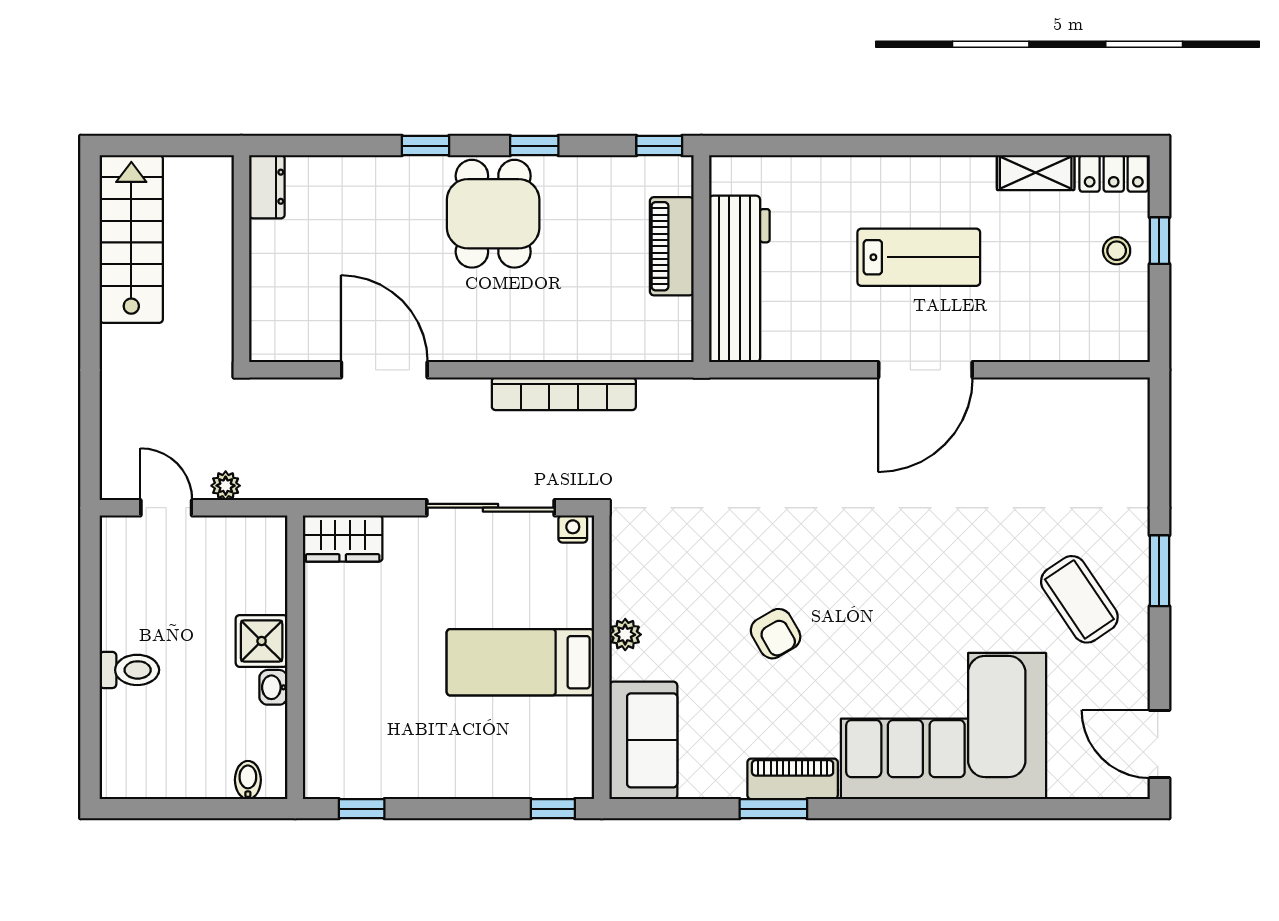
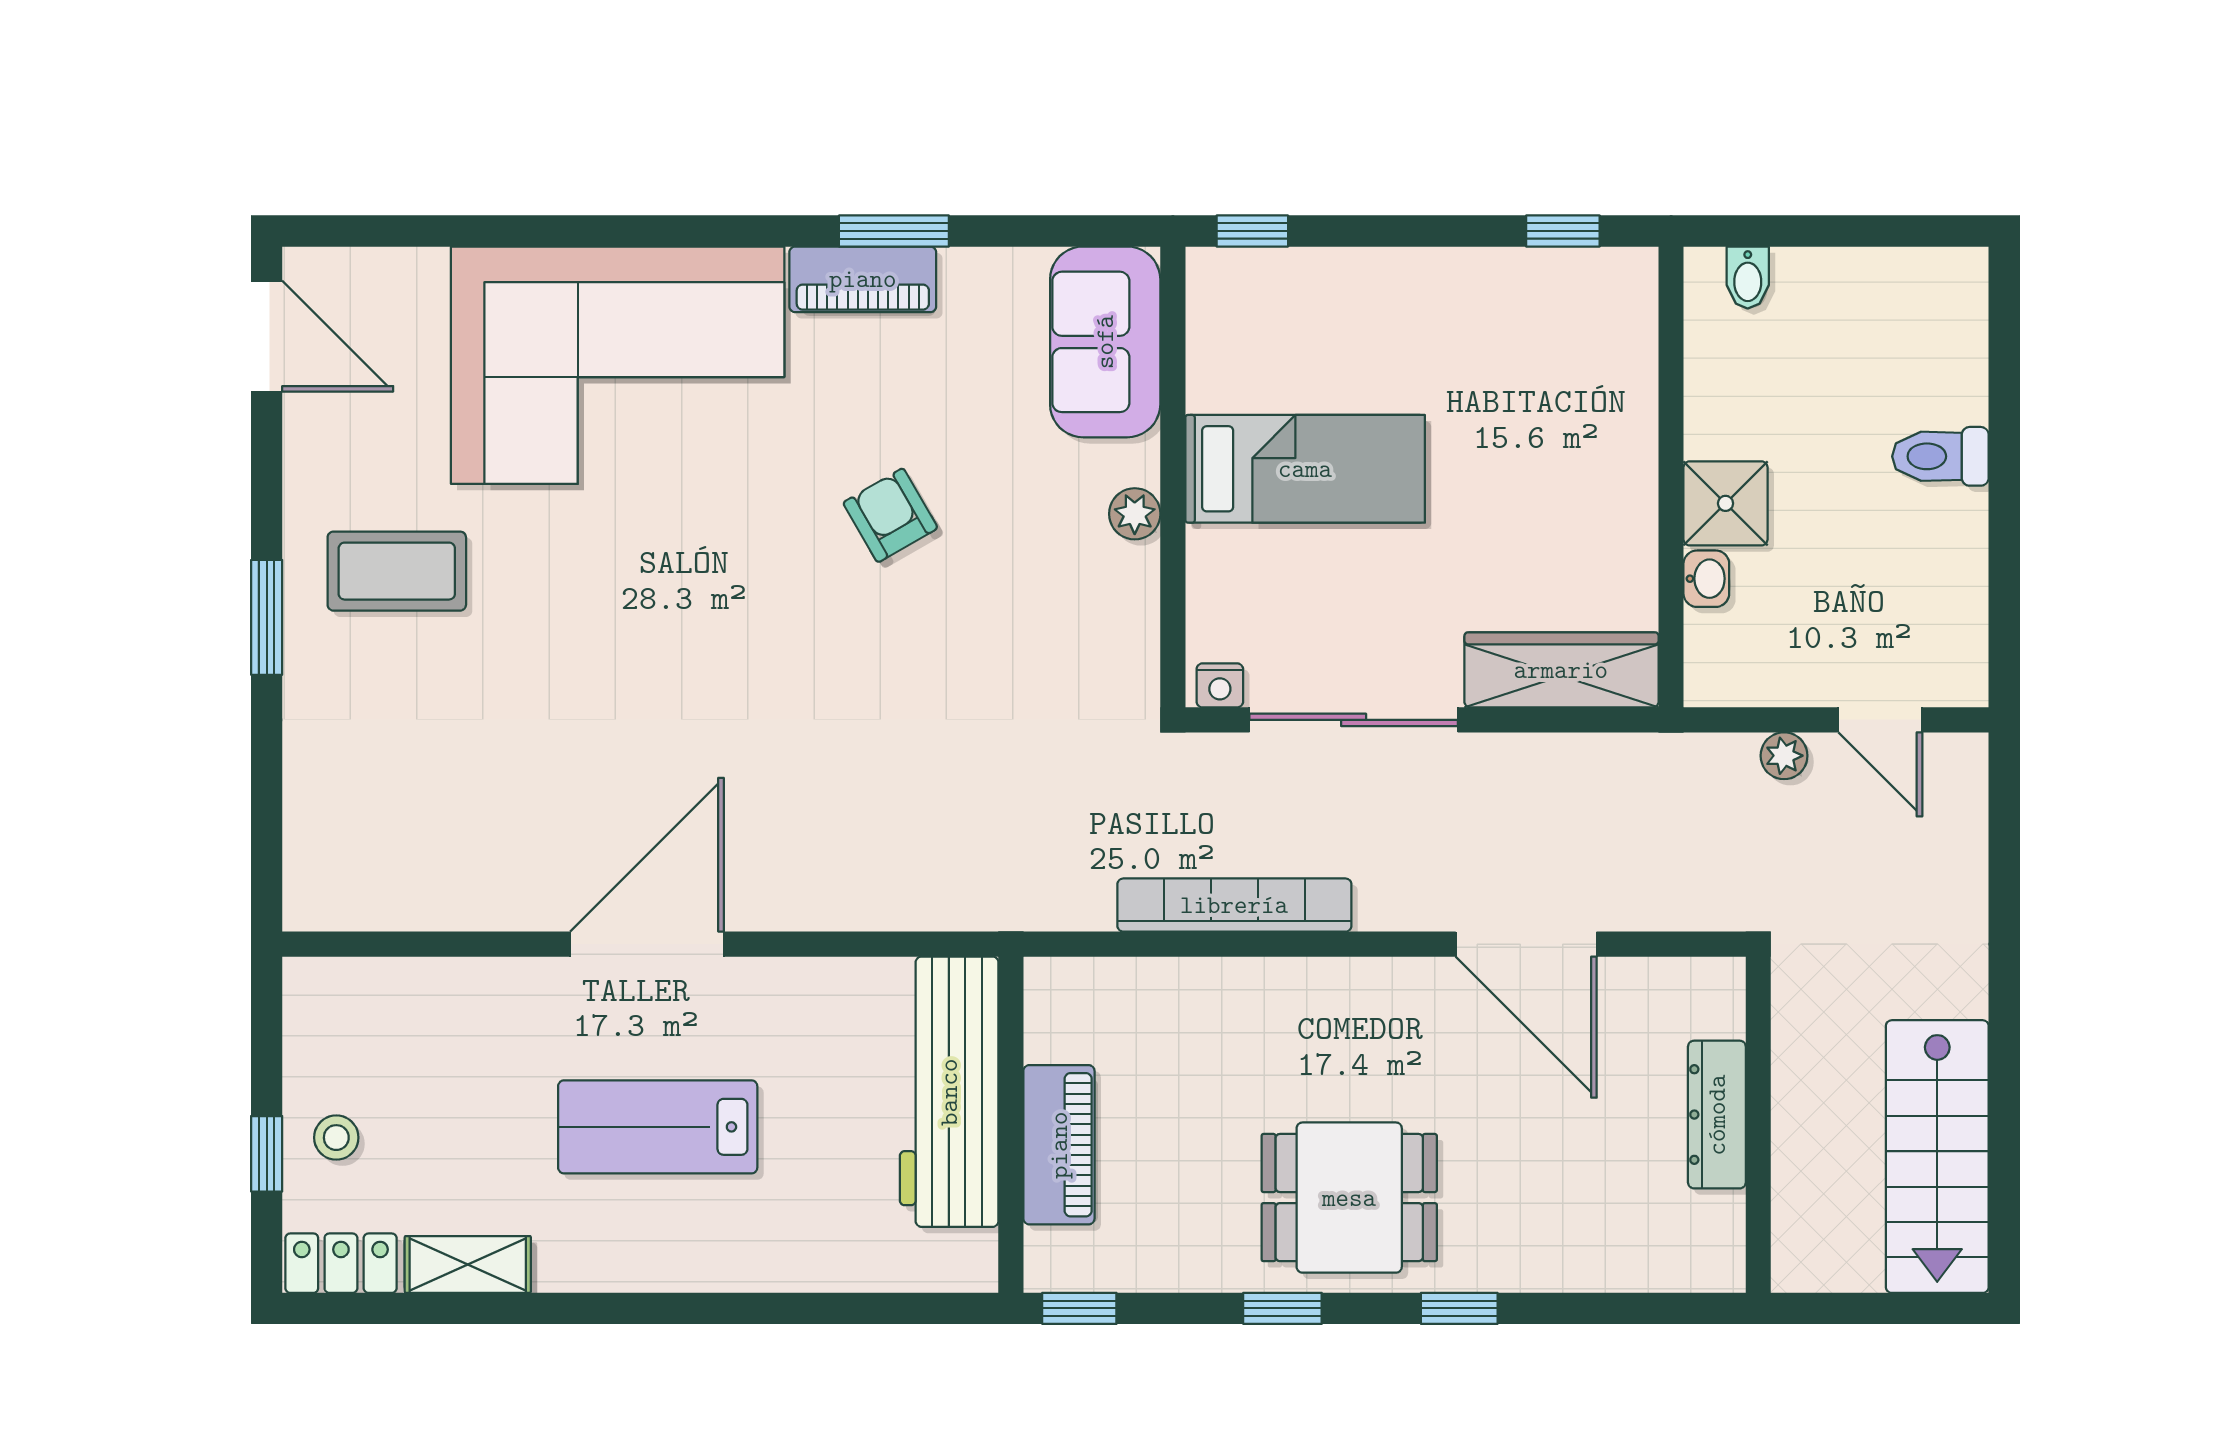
dresser: (267, 187) -> (1717, 1115), moved, width x1.44
dining table: (493, 214) -> (1349, 1198), turned 90
wardrobe: (343, 539) -> (1561, 670), width x1.50
coffee table: (1079, 599) -> (397, 571), turned -56
washbasin: (273, 687) -> (1706, 579), moved

